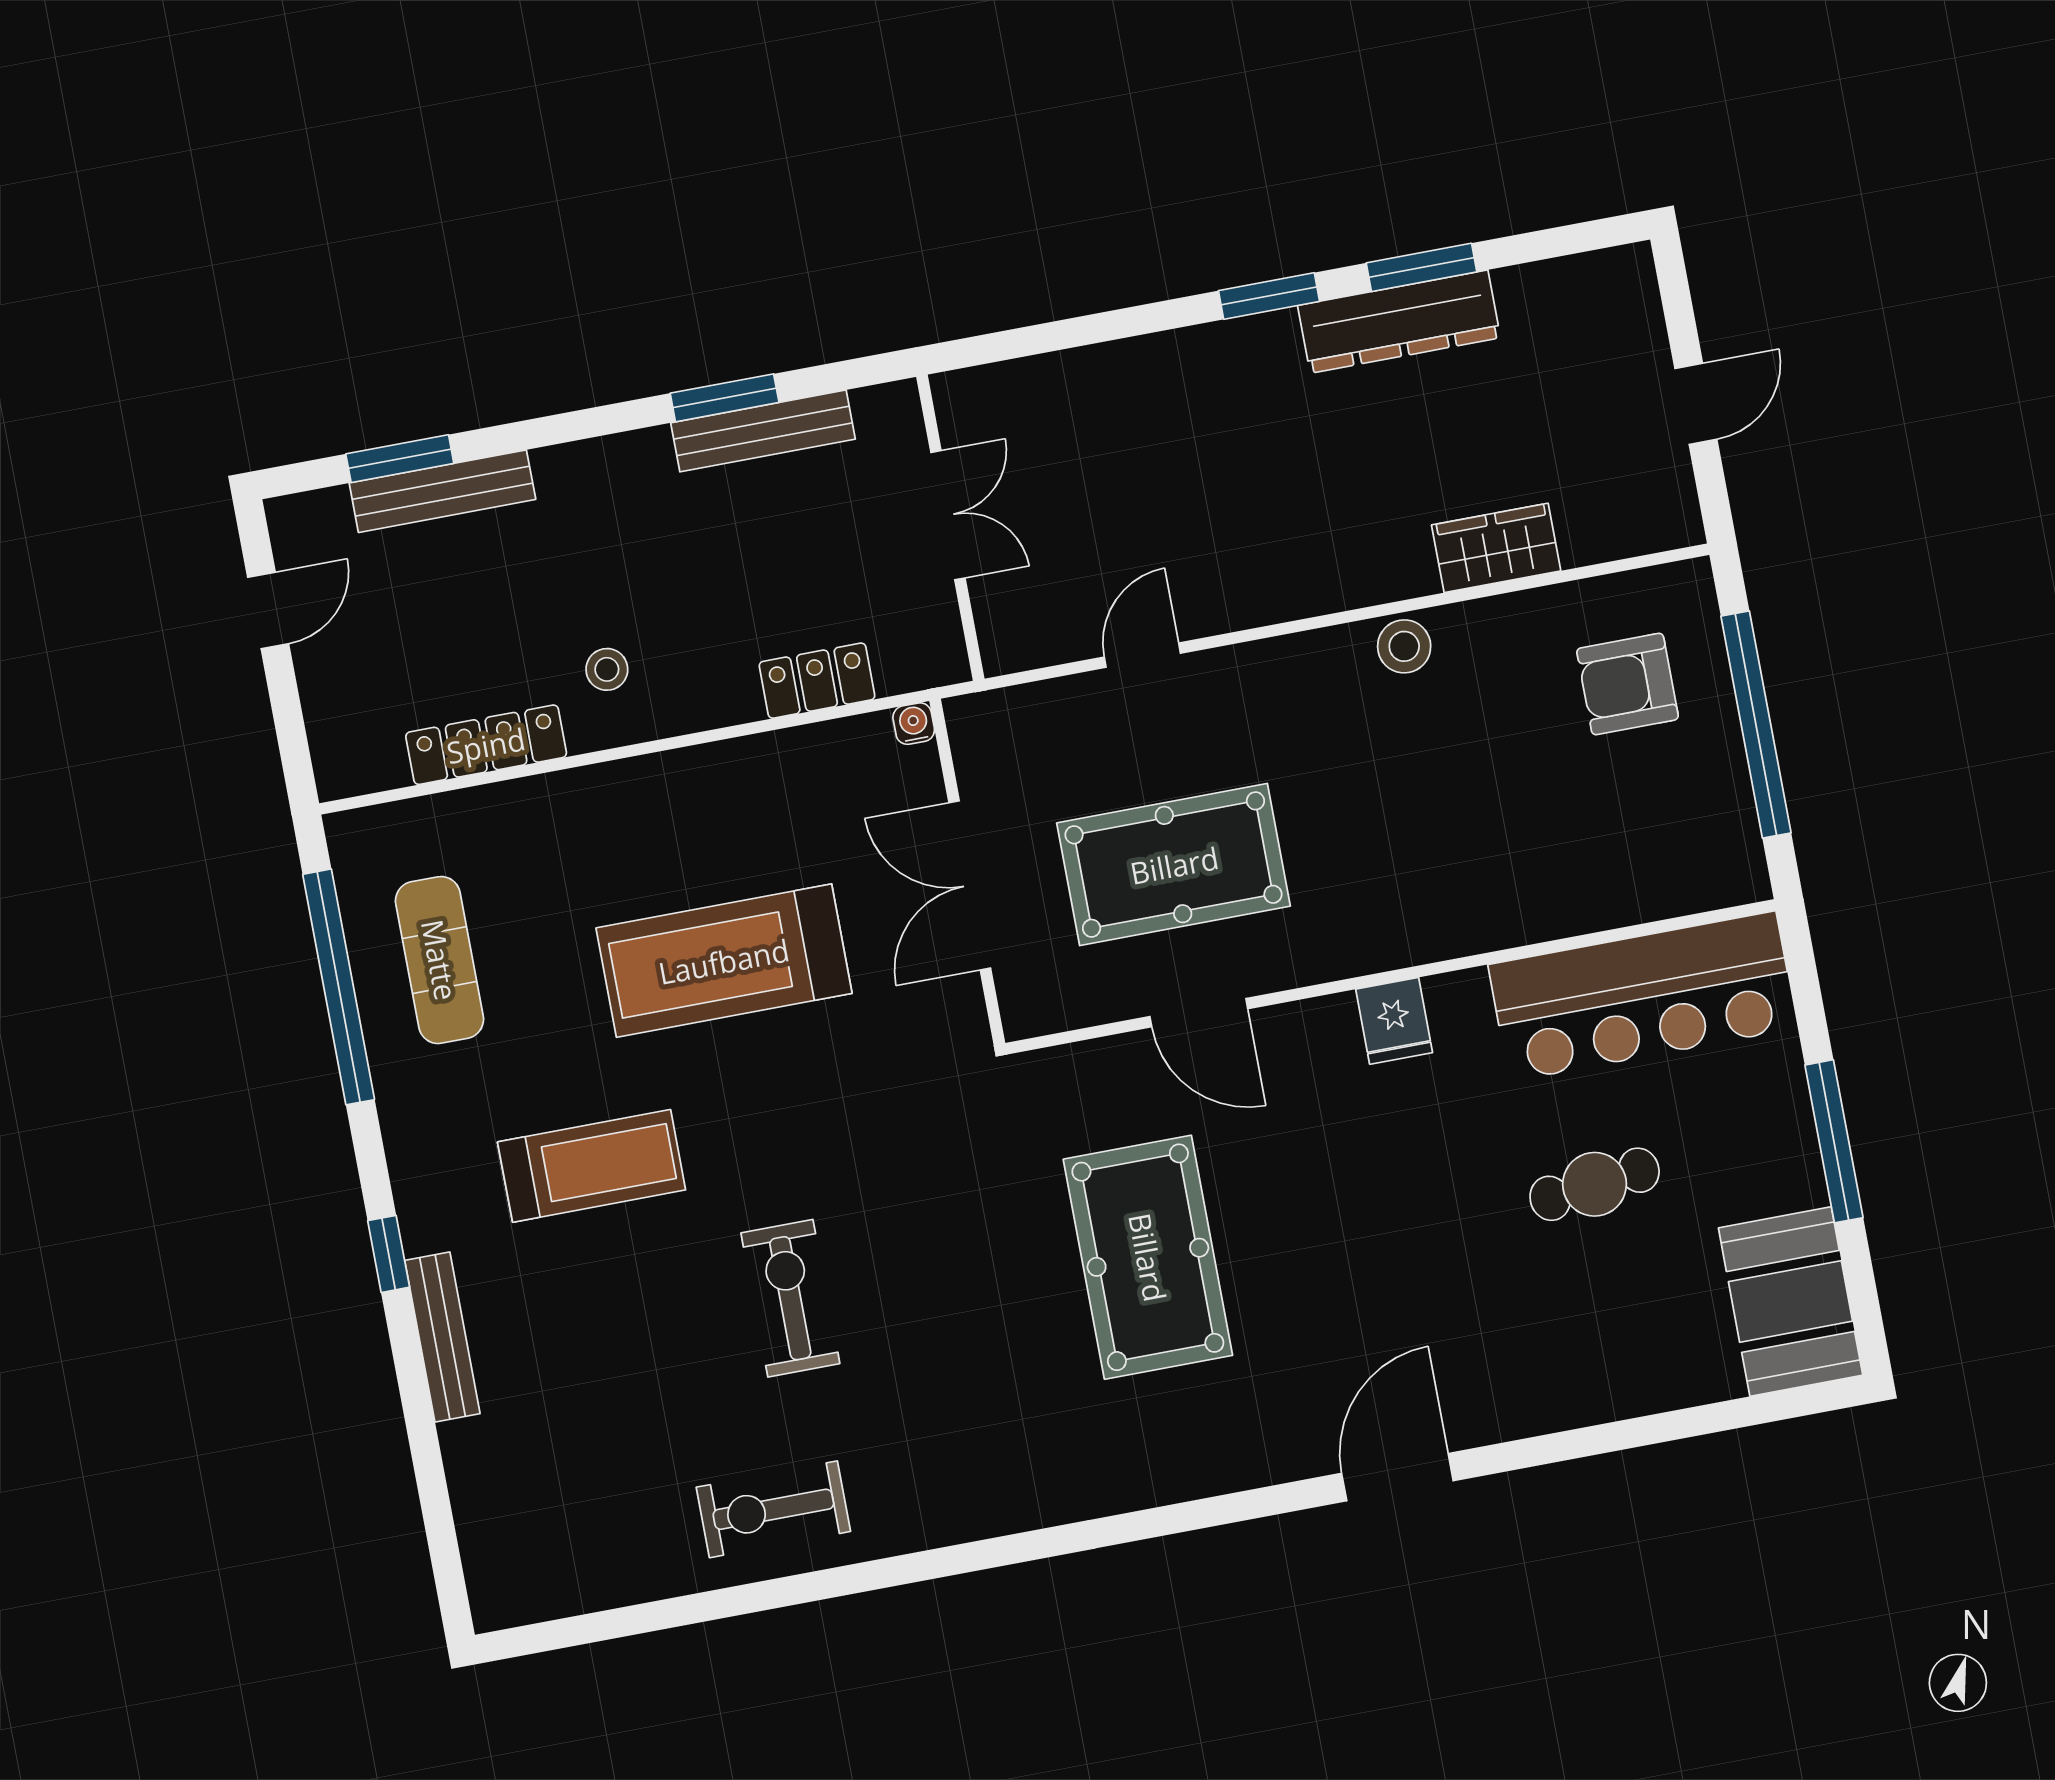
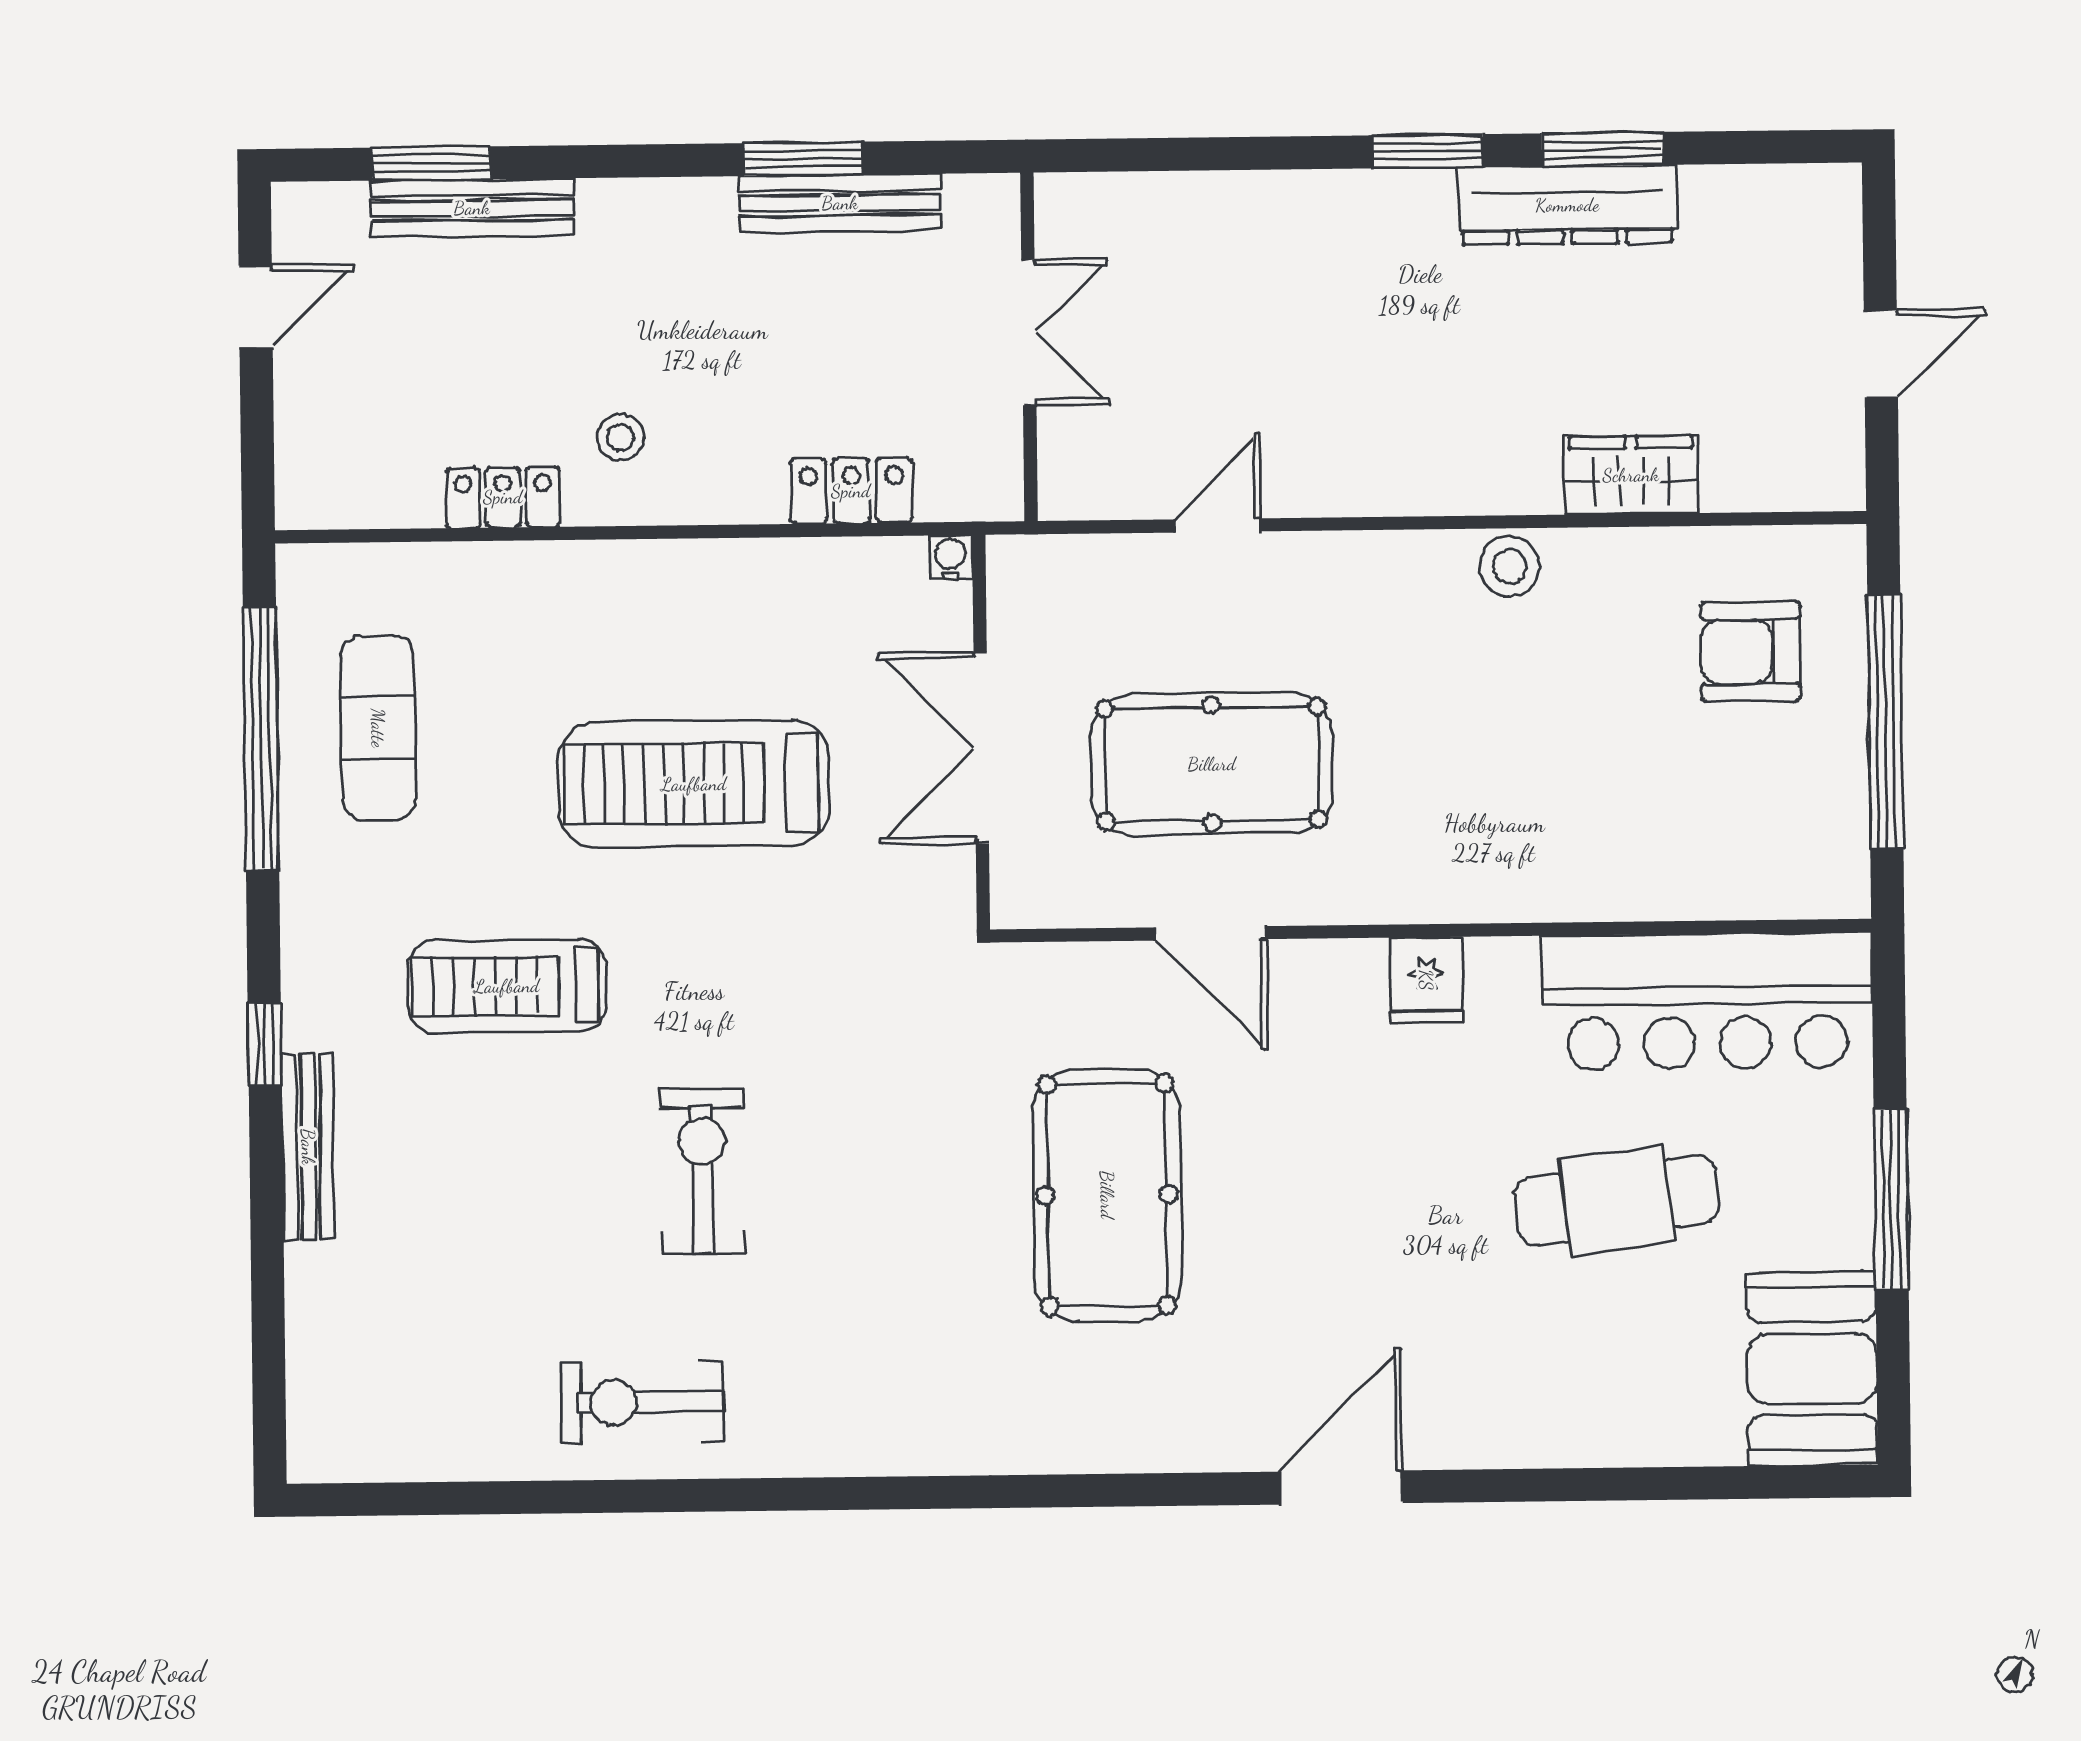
locker: (486, 745) -> (503, 497), width x0.66
treadmill: (592, 1166) -> (507, 986), turned 180
cafe table: (1595, 1184) -> (1617, 1201), width x1.37, depth x1.35

